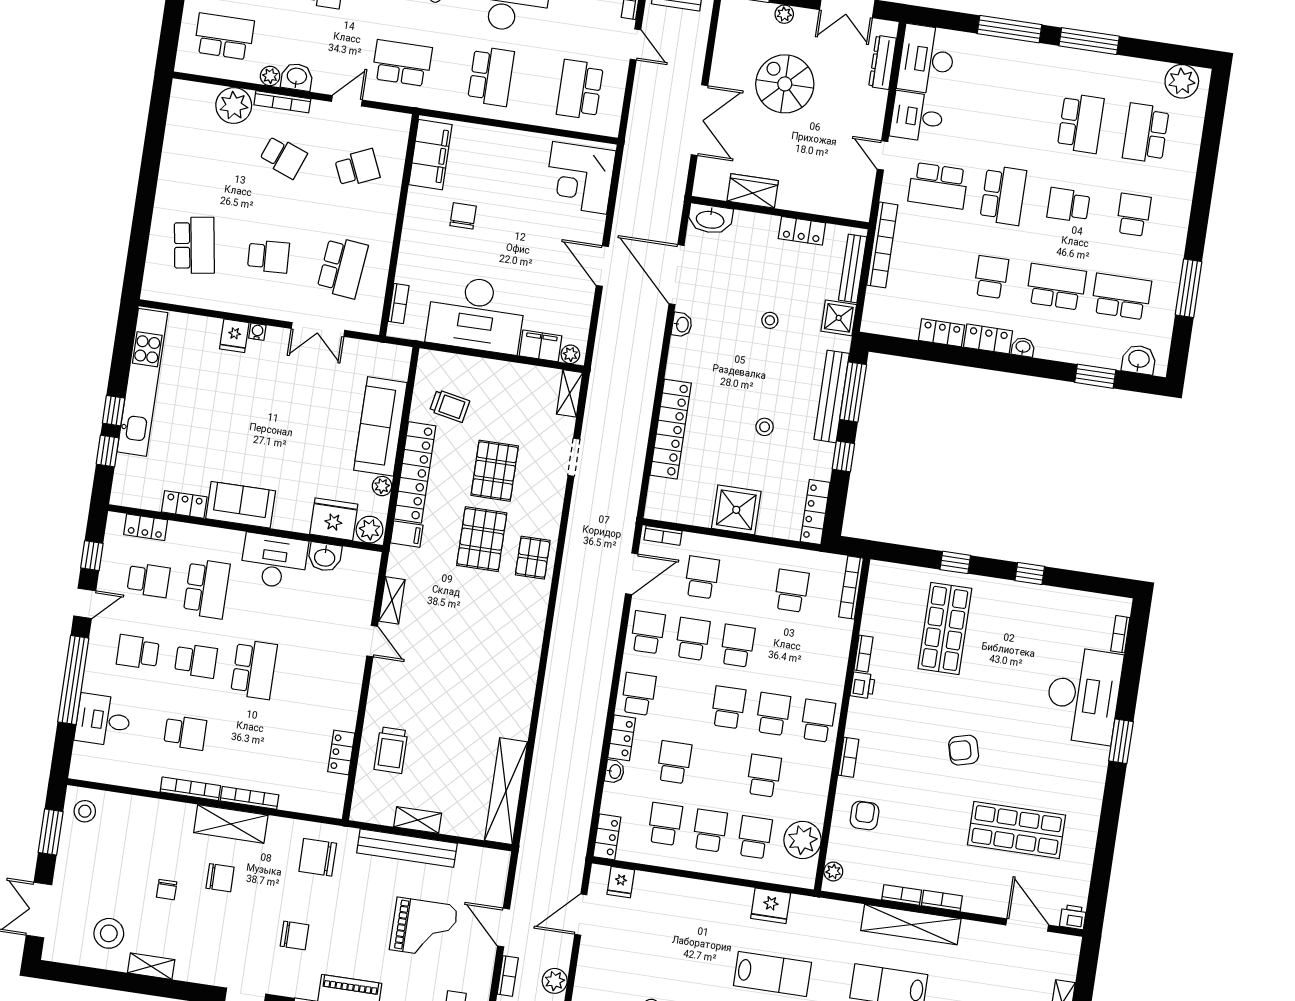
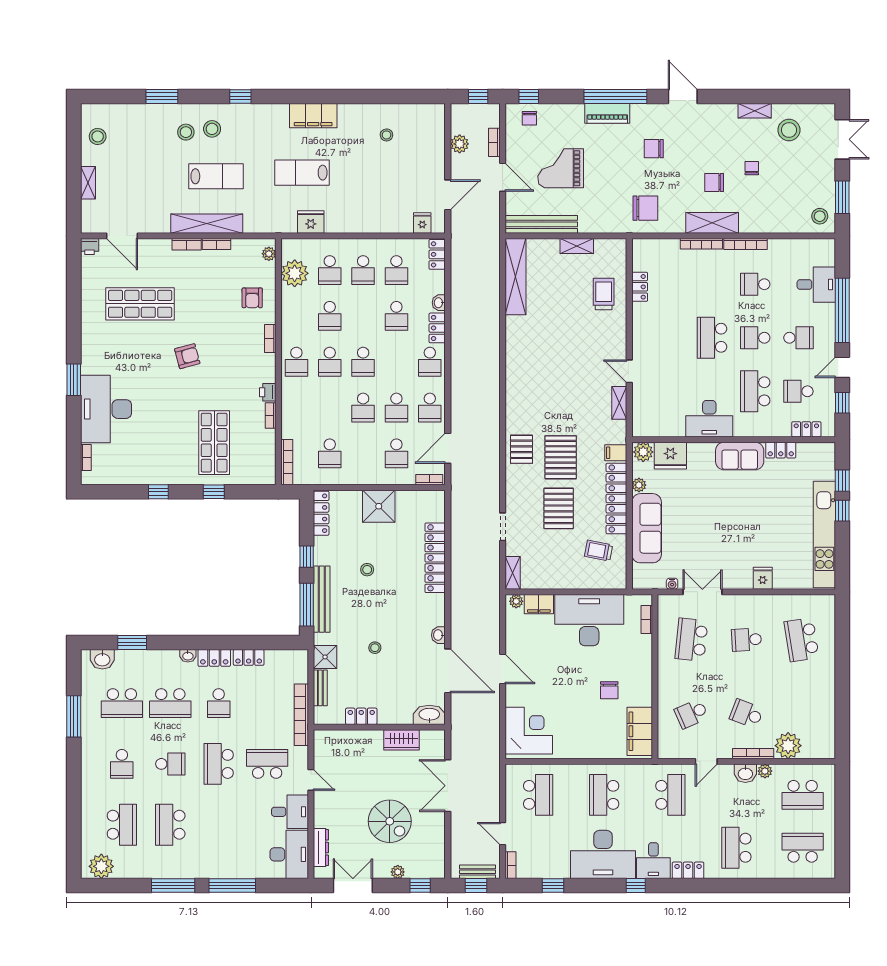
school desk: (402, 63) -> (670, 795), turned -90
bench: (853, 268) -> (320, 688), width x0.73
water cooler: (257, 332) -> (672, 584), moved
washbasin: (325, 557) -> (673, 427), removed
bench: (407, 848) -> (541, 224), moved

